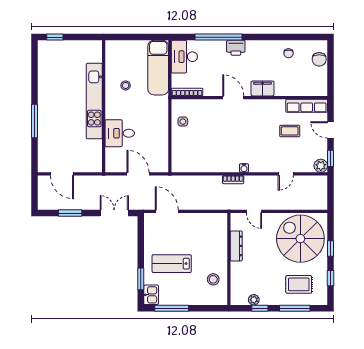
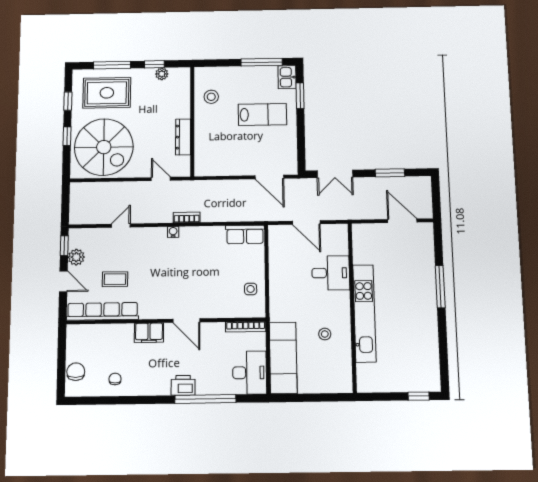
row of seats: (307, 106) -> (103, 311), width x1.36
row of seats: (187, 165) -> (245, 234), added
plant: (321, 166) -> (76, 257), moved
rug: (299, 284) -> (107, 93), width x1.36, depth x1.43

